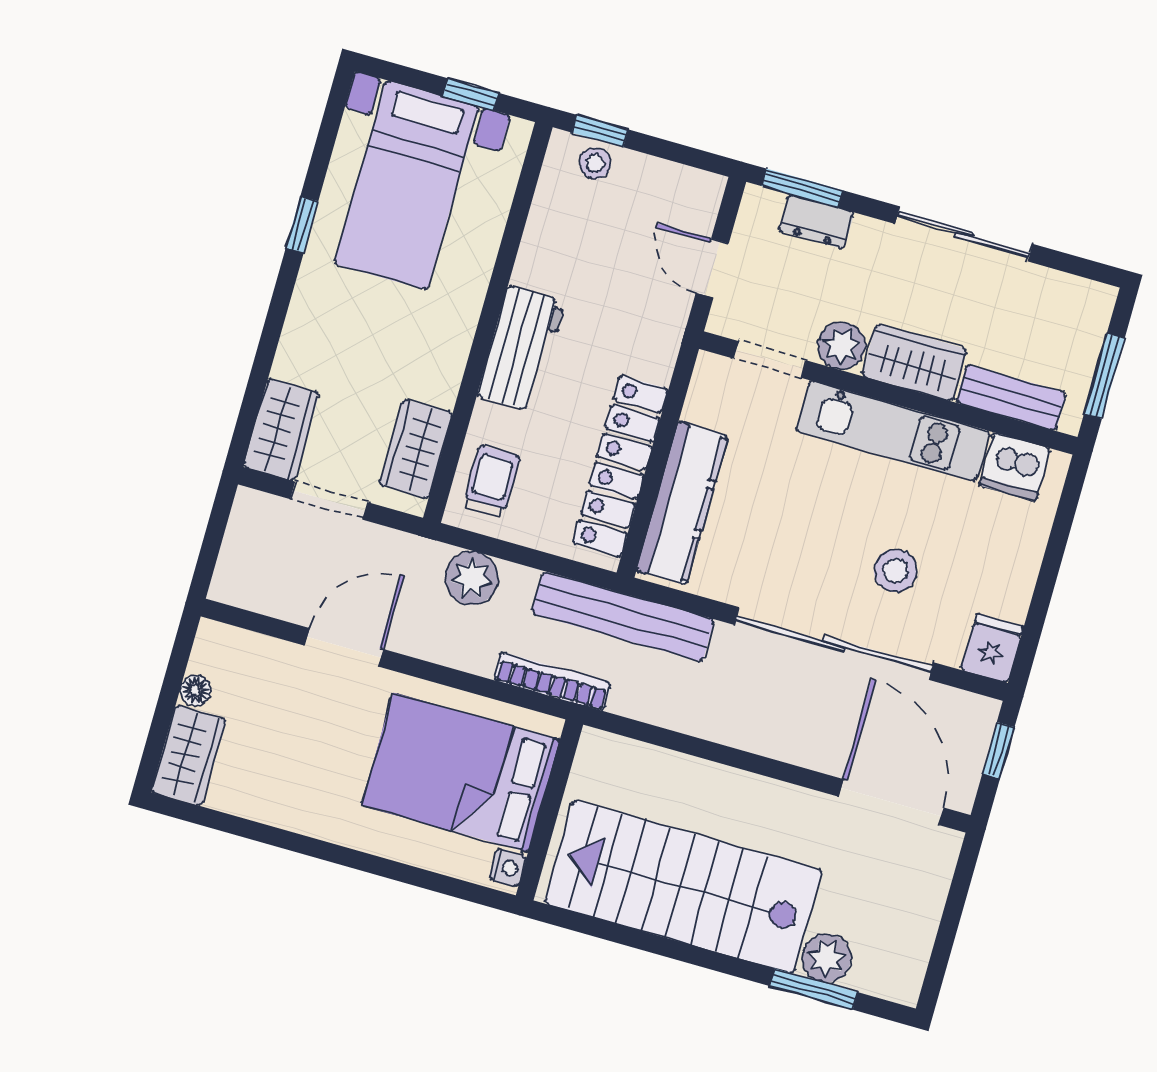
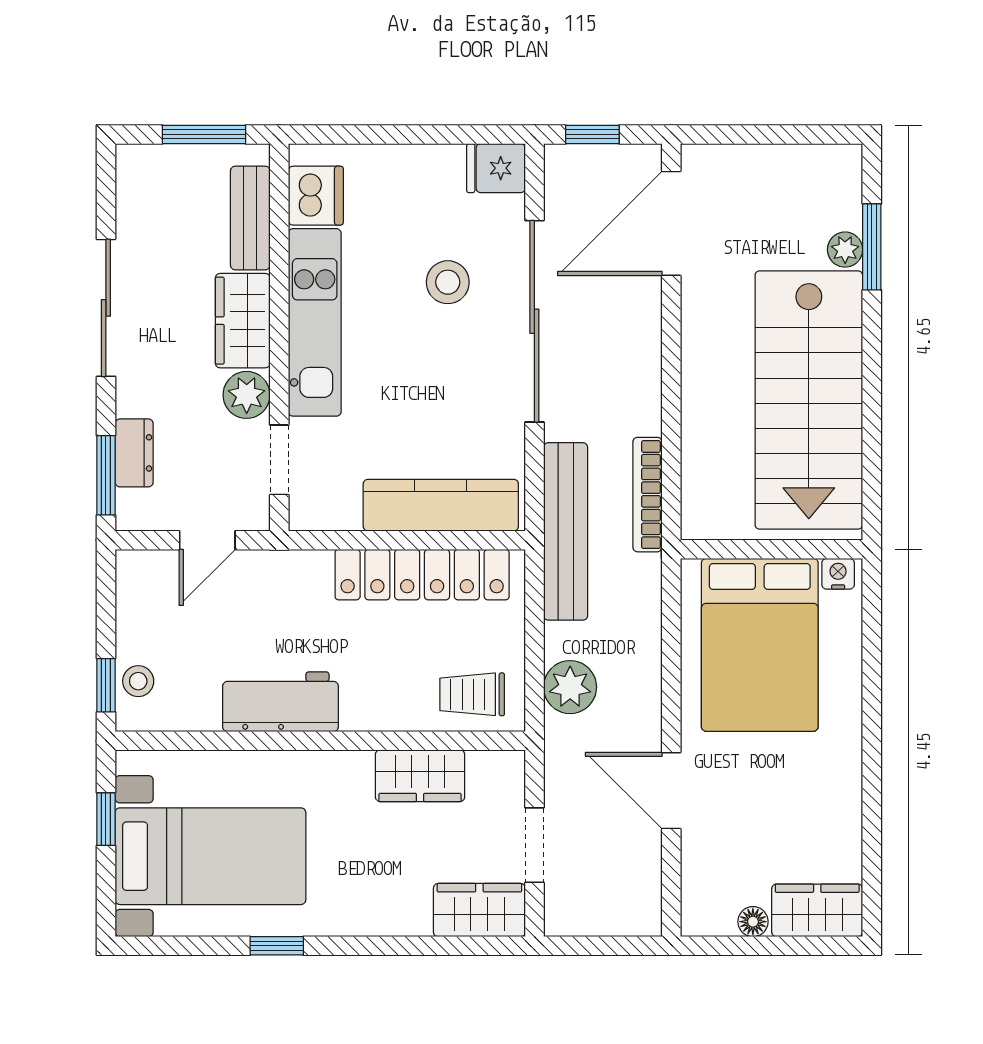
workbench: (521, 349) -> (280, 702), moved
wardrobe: (416, 449) -> (420, 776), moved
bookcase: (552, 681) -> (647, 495), moved
plant: (827, 958) -> (845, 250), width x0.73, depth x0.73

